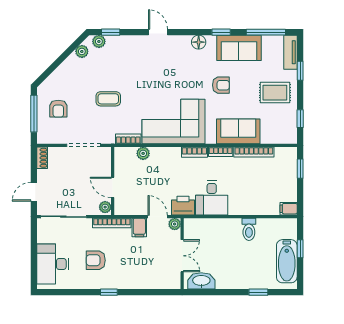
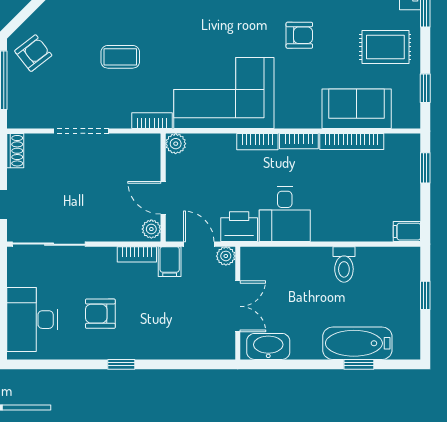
armchair: (58, 109) -> (33, 53), moved, turned -128
sofa: (238, 131) -> (357, 109), moved
wall: (113, 181) -> (163, 188), moved
door: (113, 187) -> (163, 198), moved
plant: (105, 207) -> (151, 229), moved
bookcase: (112, 223) -> (137, 254), width x0.64
bathtub: (287, 261) -> (357, 343), moved, turned 90

